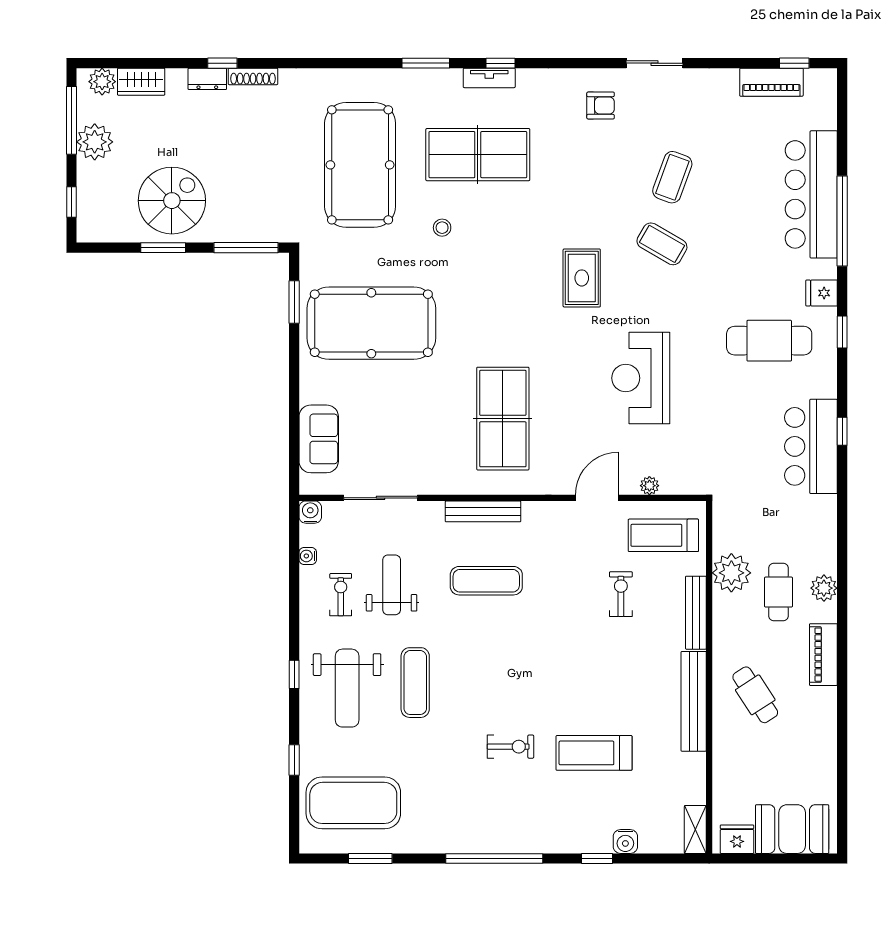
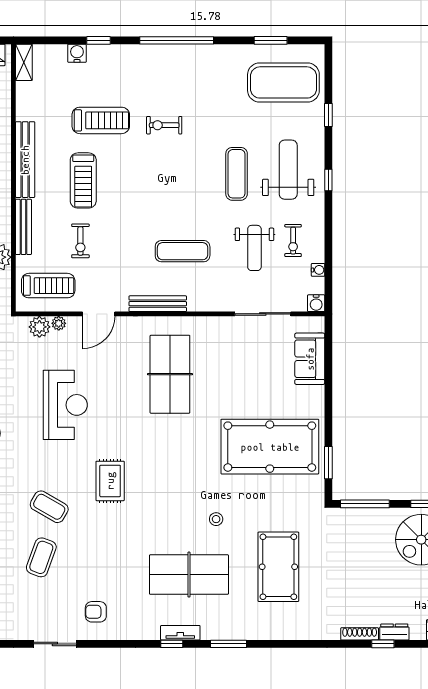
pool table: (360, 165) -> (278, 567), width x0.73, depth x0.76
plant: (675, 481) -> (39, 327), added
bench: (483, 511) -> (158, 304), moved
treadmill: (617, 674) -> (83, 180), added

